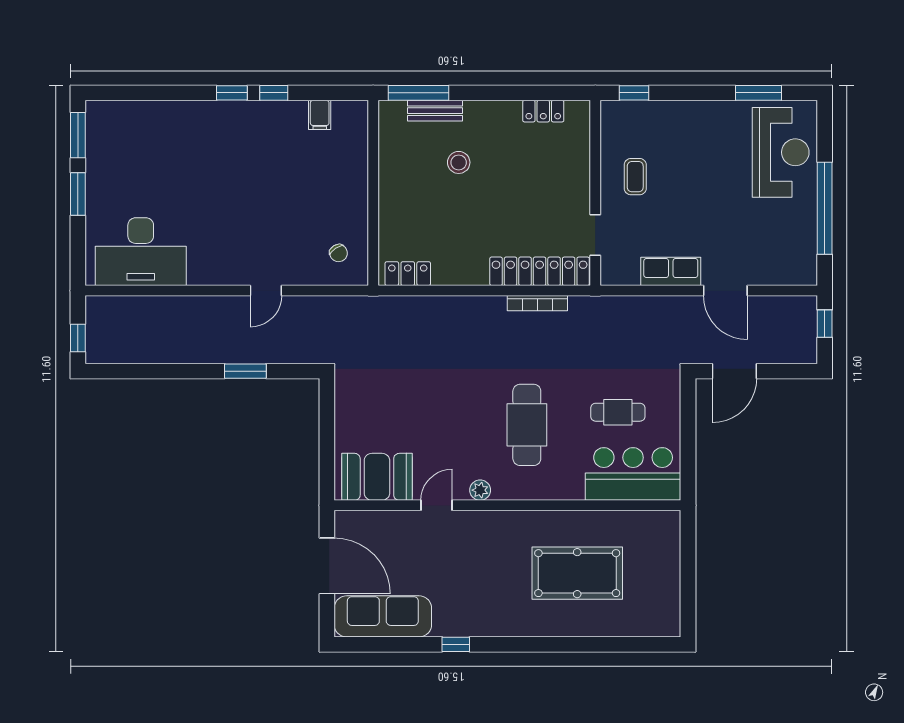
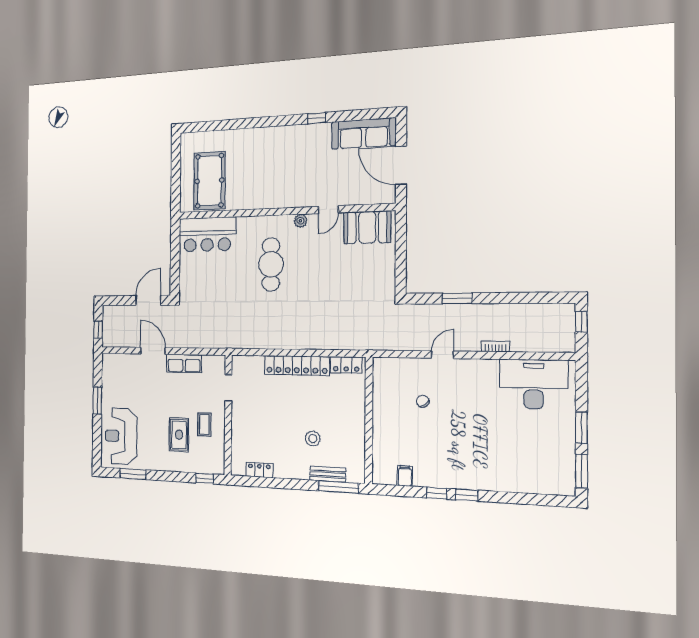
rug: (678, 159) -> (179, 435), added
window: (825, 208) -> (97, 401), width x0.47
chair: (339, 253) -> (423, 401), moved
locker: (540, 271) -> (297, 366), moved
bookcase: (537, 303) -> (495, 346), moved, width x0.64
cafe table: (618, 412) -> (216, 274), removed
pool table: (577, 573) -> (209, 181), moved, turned 90

